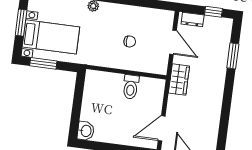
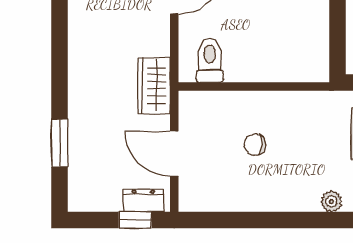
window: (213, 12) -> (135, 220), moved
toilet: (131, 87) -> (210, 60), moved

